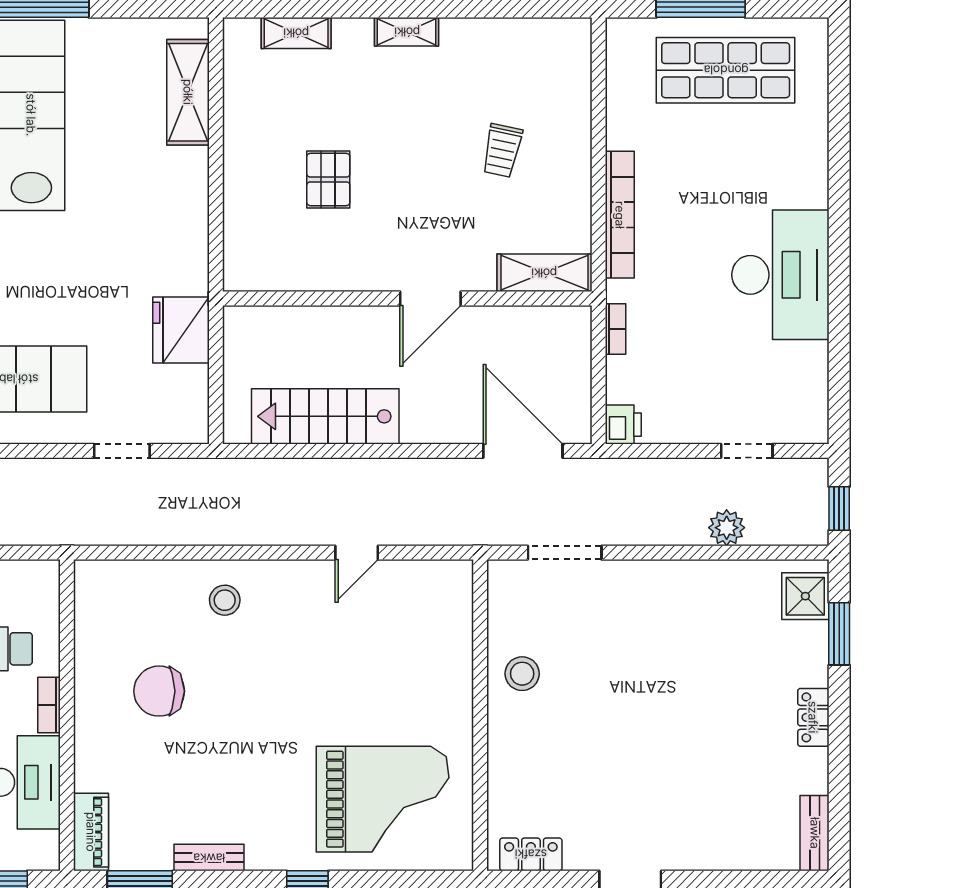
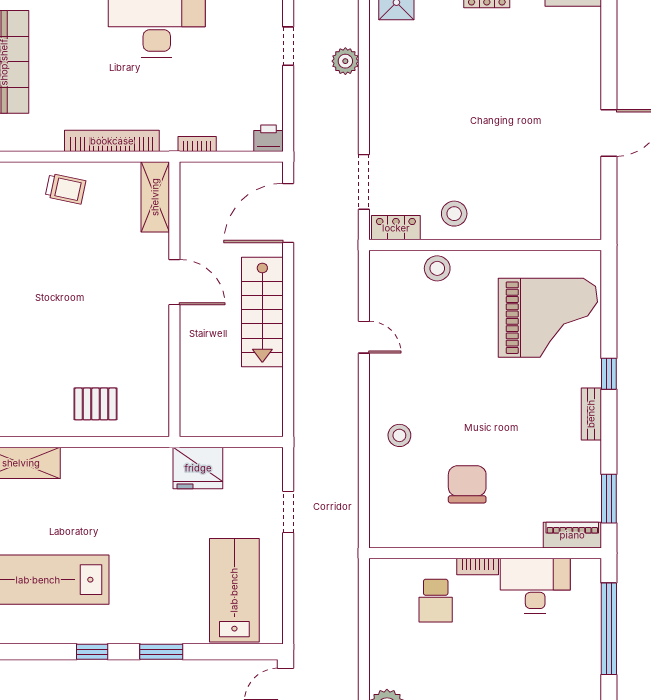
trolley: (502, 151) -> (66, 189), moved
pallet: (328, 180) -> (96, 404), moved
stairs: (325, 416) -> (262, 312), moved
stool: (449, 651) -> (437, 268), added
chair: (159, 691) -> (467, 484), turned 180
grand piano: (383, 799) -> (548, 318), turned 90
locker: (531, 854) -> (396, 228), moved, turned 90
bench: (209, 858) -> (591, 414), moved

